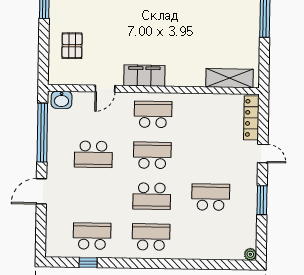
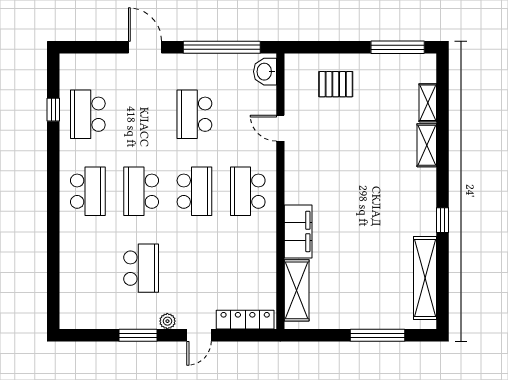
filing cabinet: (144, 76) -> (298, 231), moved
school desk: (153, 114) -> (248, 191), turned 180
school desk: (92, 236) -> (88, 114), turned 180
plant: (250, 254) -> (167, 321), moved

